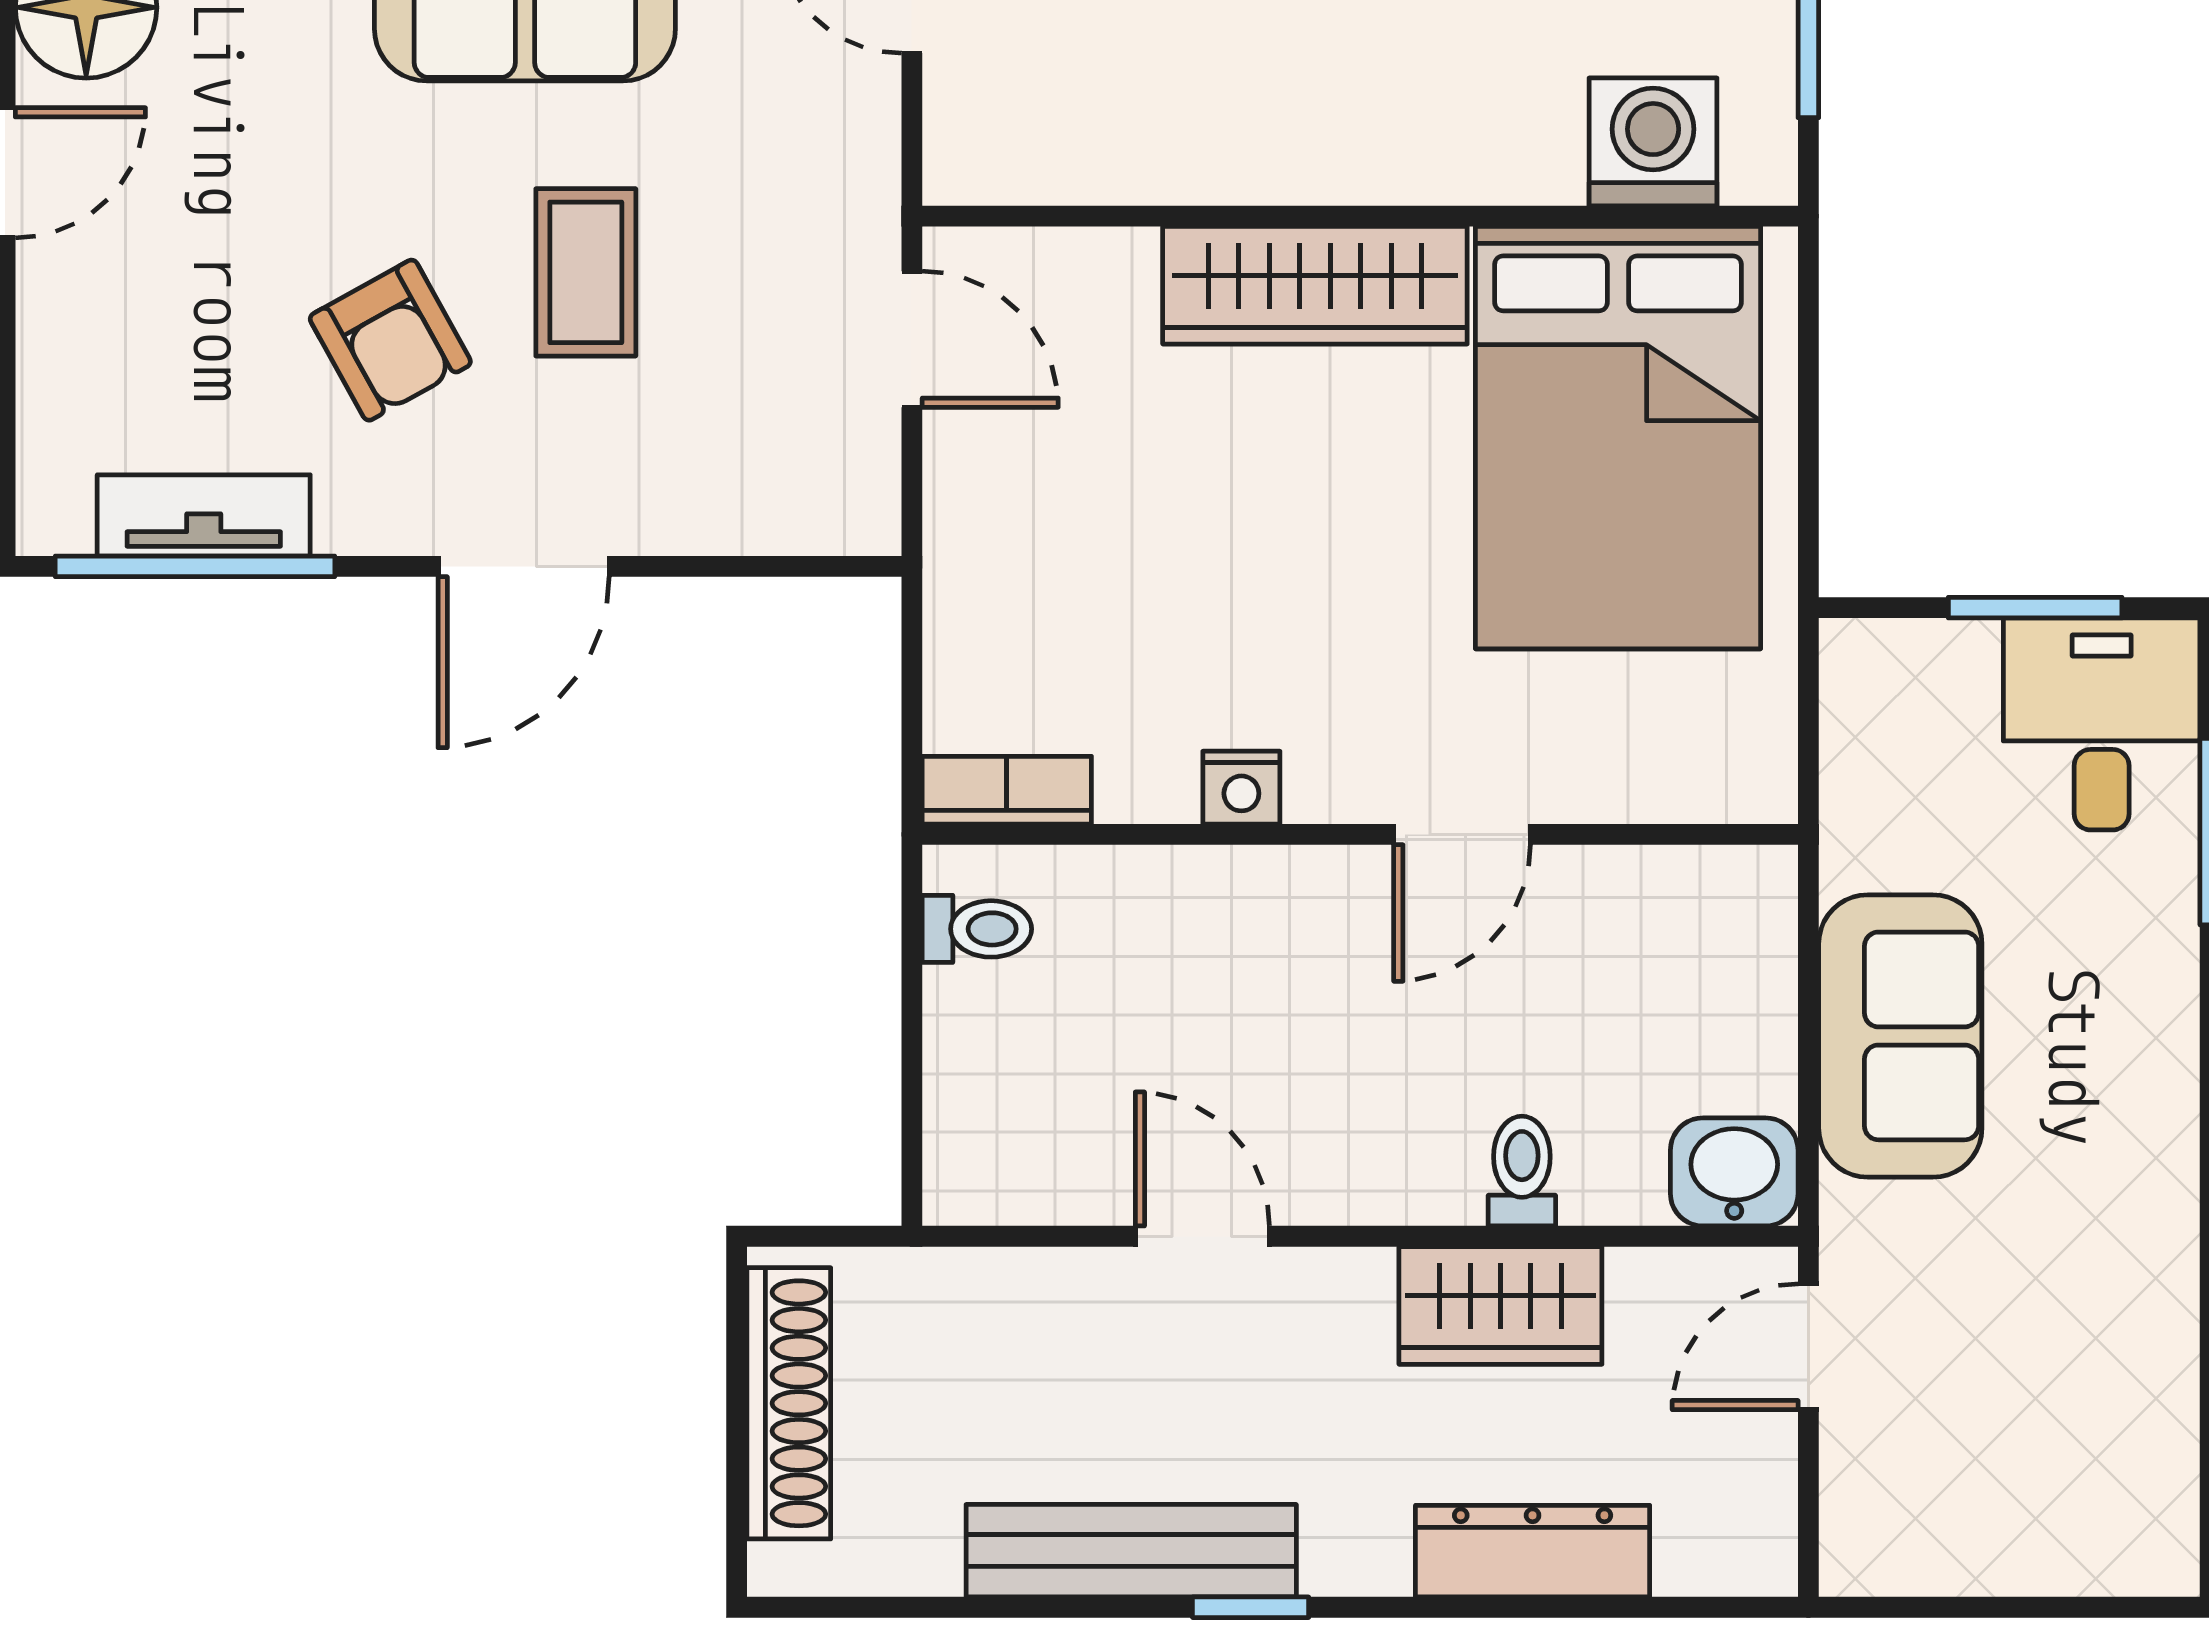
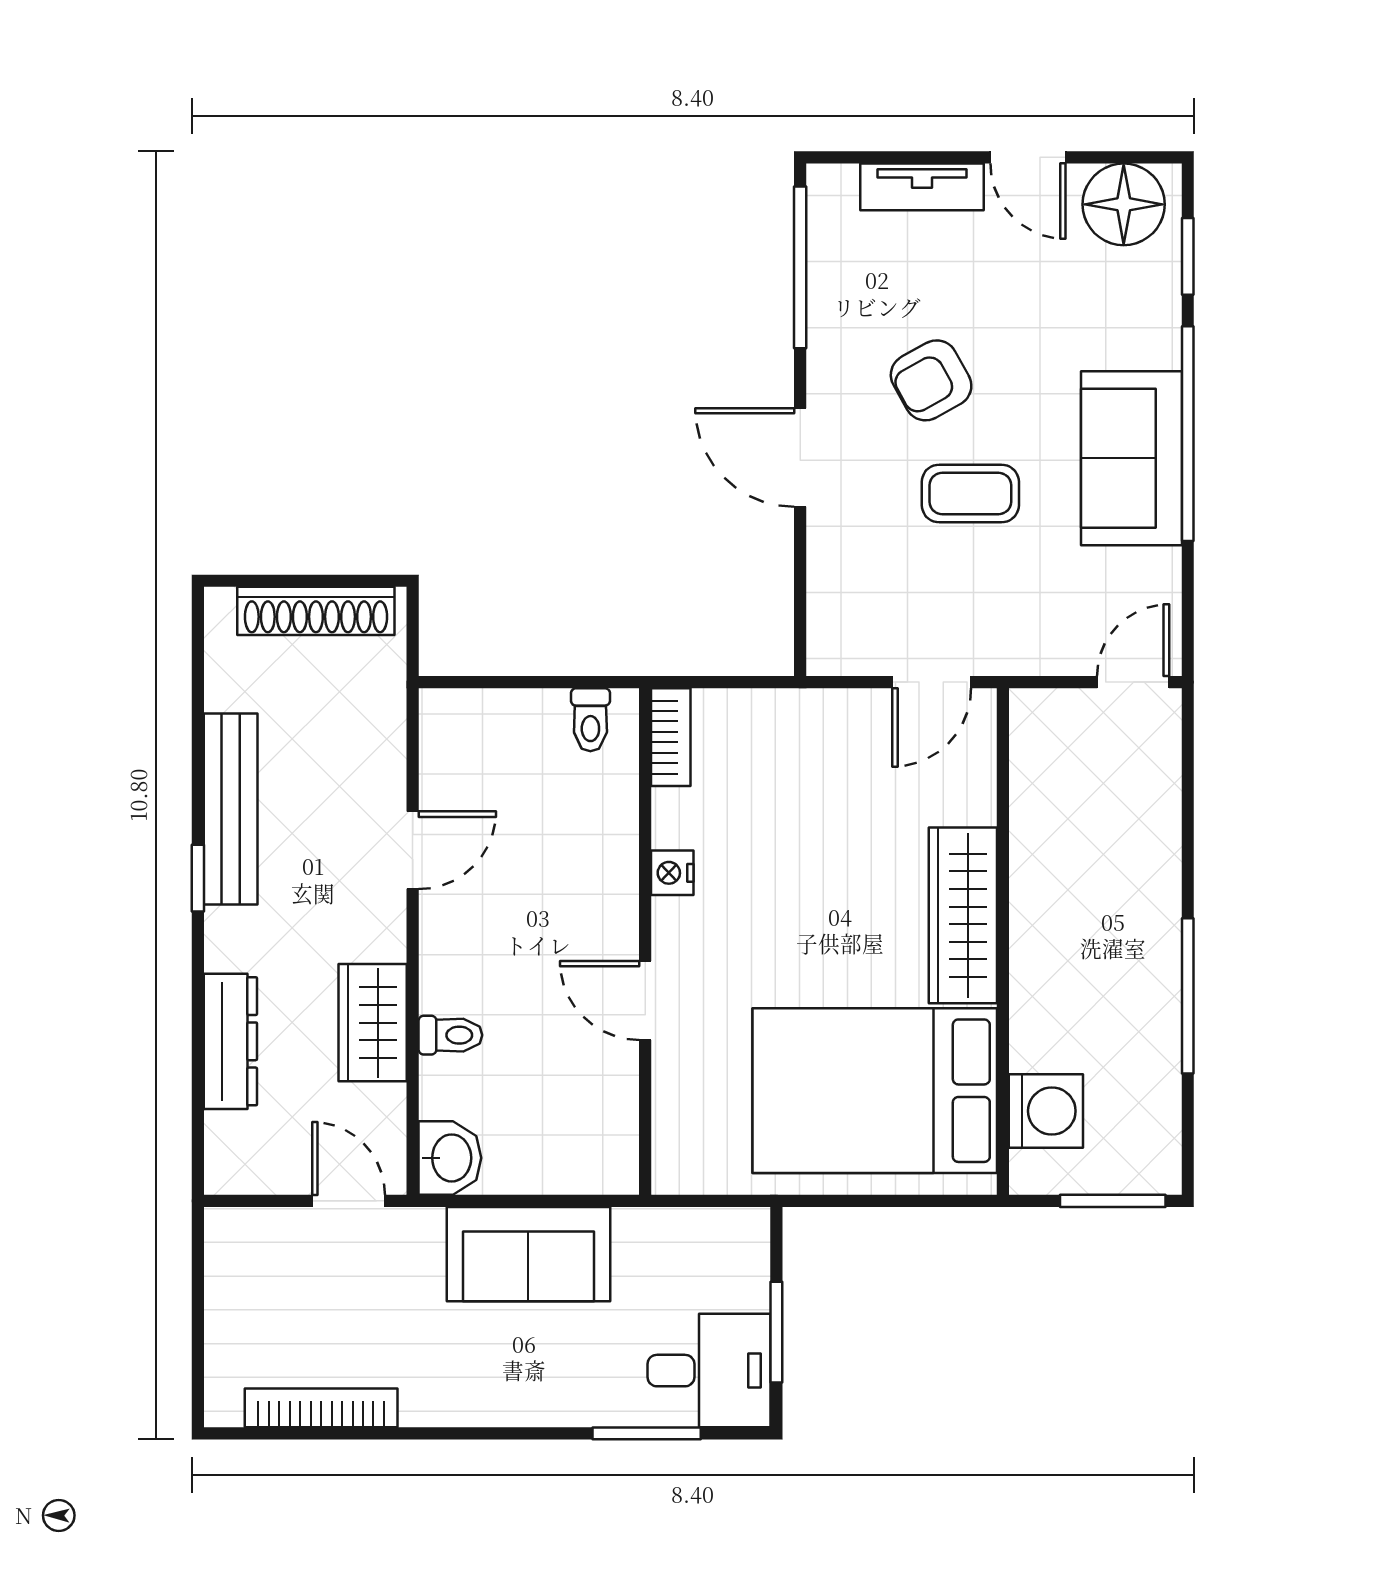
tv unit: (204, 515) -> (922, 187), moved, turned 90
bookcase: (2166, 1394) -> (321, 1408), added

